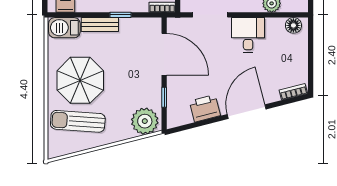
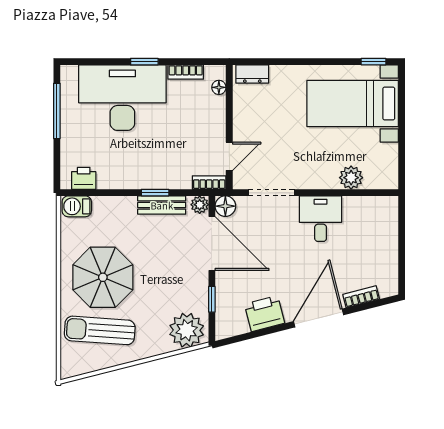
plant: (155, 24) -> (200, 205), added
bench: (100, 25) -> (162, 205), moved
floor lamp: (293, 25) -> (225, 206), moved
barbecue: (64, 28) -> (77, 206), width x0.73, depth x0.79
bookcase: (293, 92) -> (361, 297), moved

